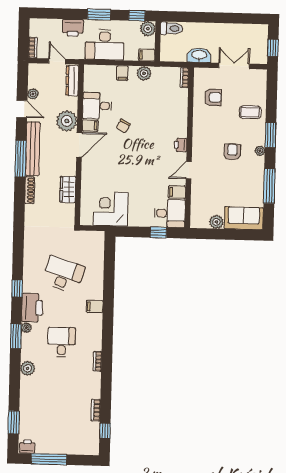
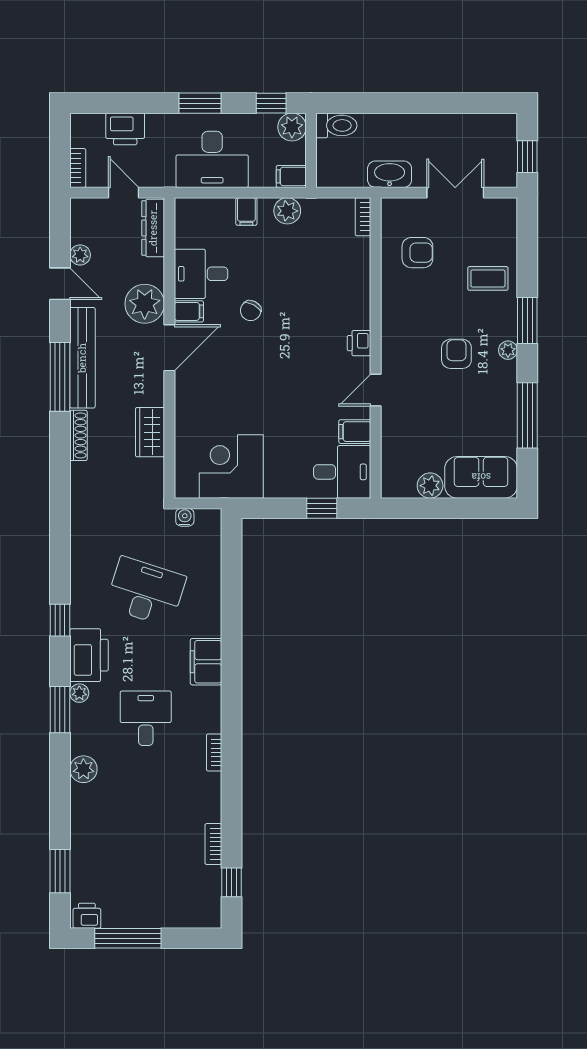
printer: (73, 28) -> (125, 129), moved
water cooler: (85, 235) -> (185, 517), added
filing cabinet: (95, 307) -> (206, 662), width x2.00

